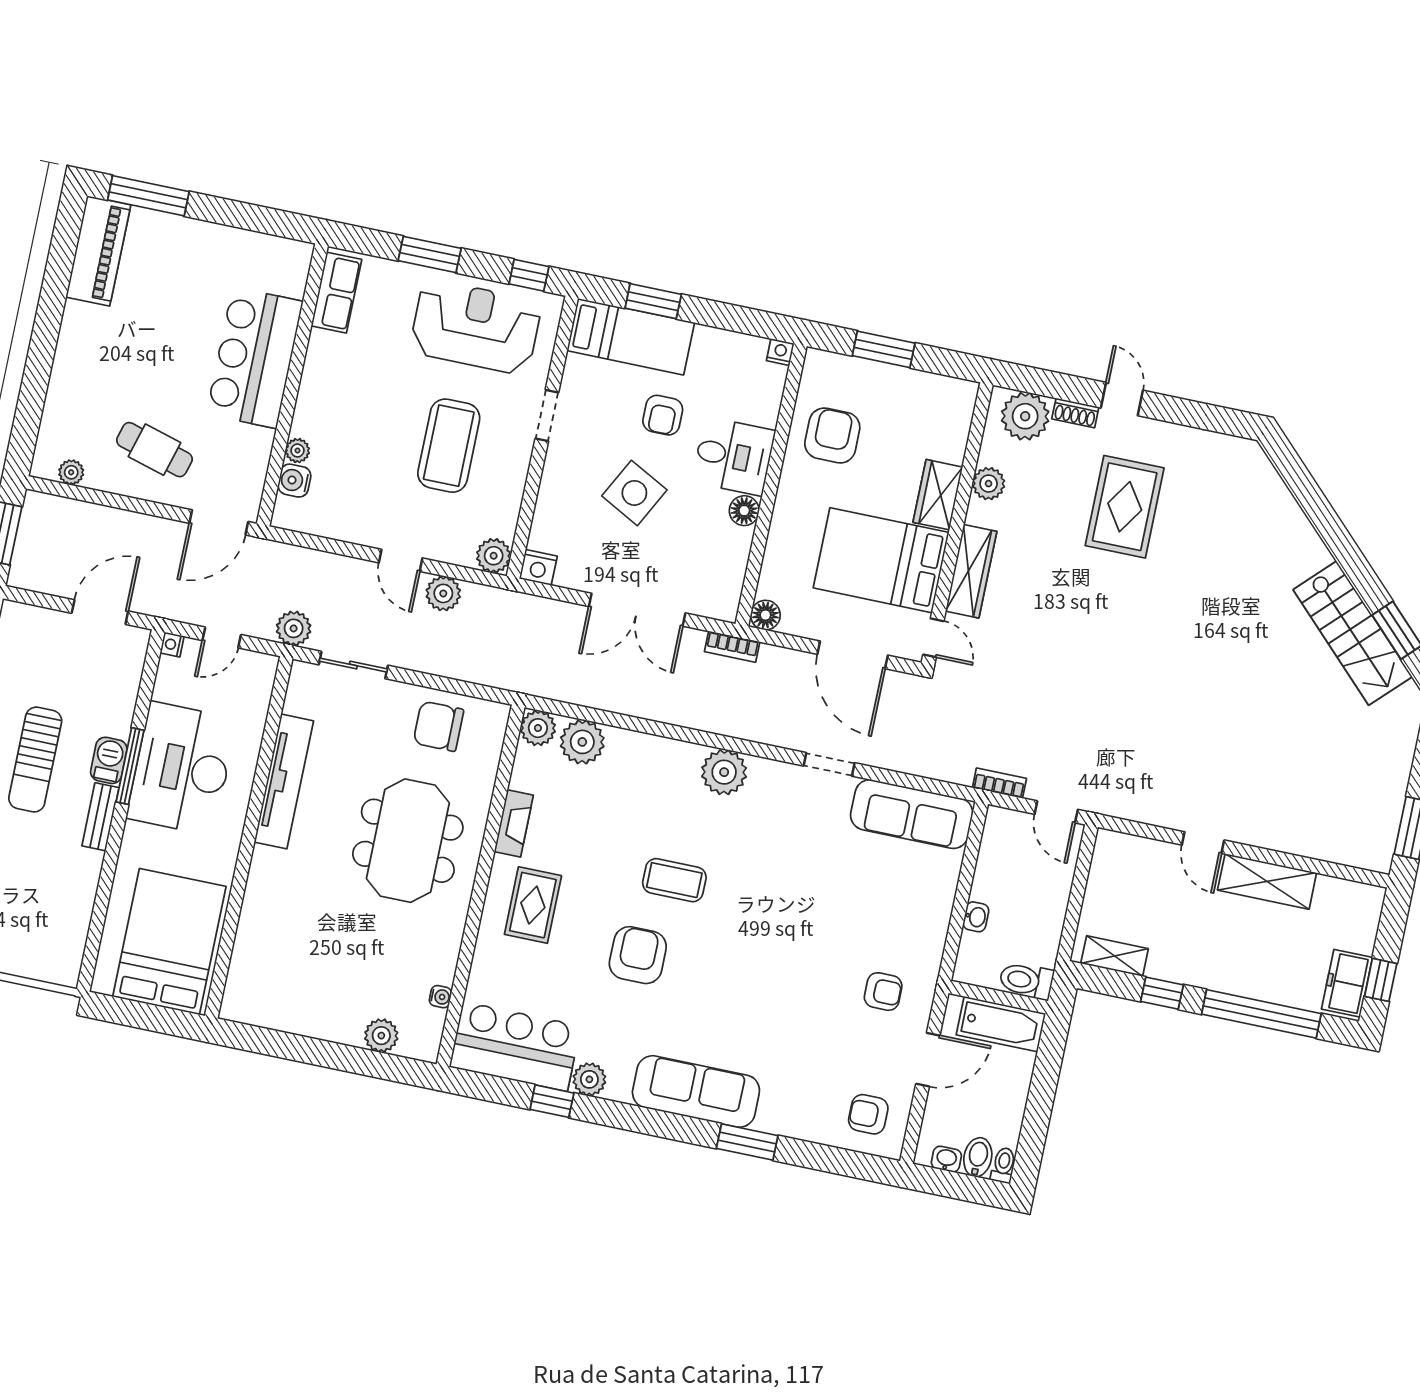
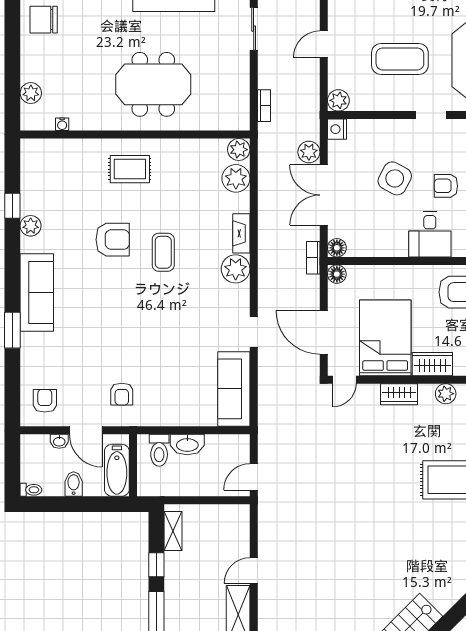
floor lamp: (744, 511) -> (337, 248), moved
wardrobe: (971, 571) -> (399, 394), width x0.67
plant: (443, 593) -> (309, 152), moved
door: (853, 655) -> (324, 332), hinge flipped
chair: (438, 726) -> (44, 20), moved, turned -90
bookcase: (999, 783) -> (264, 106), moved
fireplace: (514, 823) -> (241, 233), moved, turned 90
washbasin: (976, 917) -> (187, 444), width x1.91, depth x1.45
toilet: (1026, 981) -> (159, 450), moved, turned 180
bar counter: (515, 1046) -> (41, 176), removed
bidet: (978, 1157) -> (74, 484), moved, turned -90
washbasin: (946, 1159) -> (59, 441), moved, turned 90

